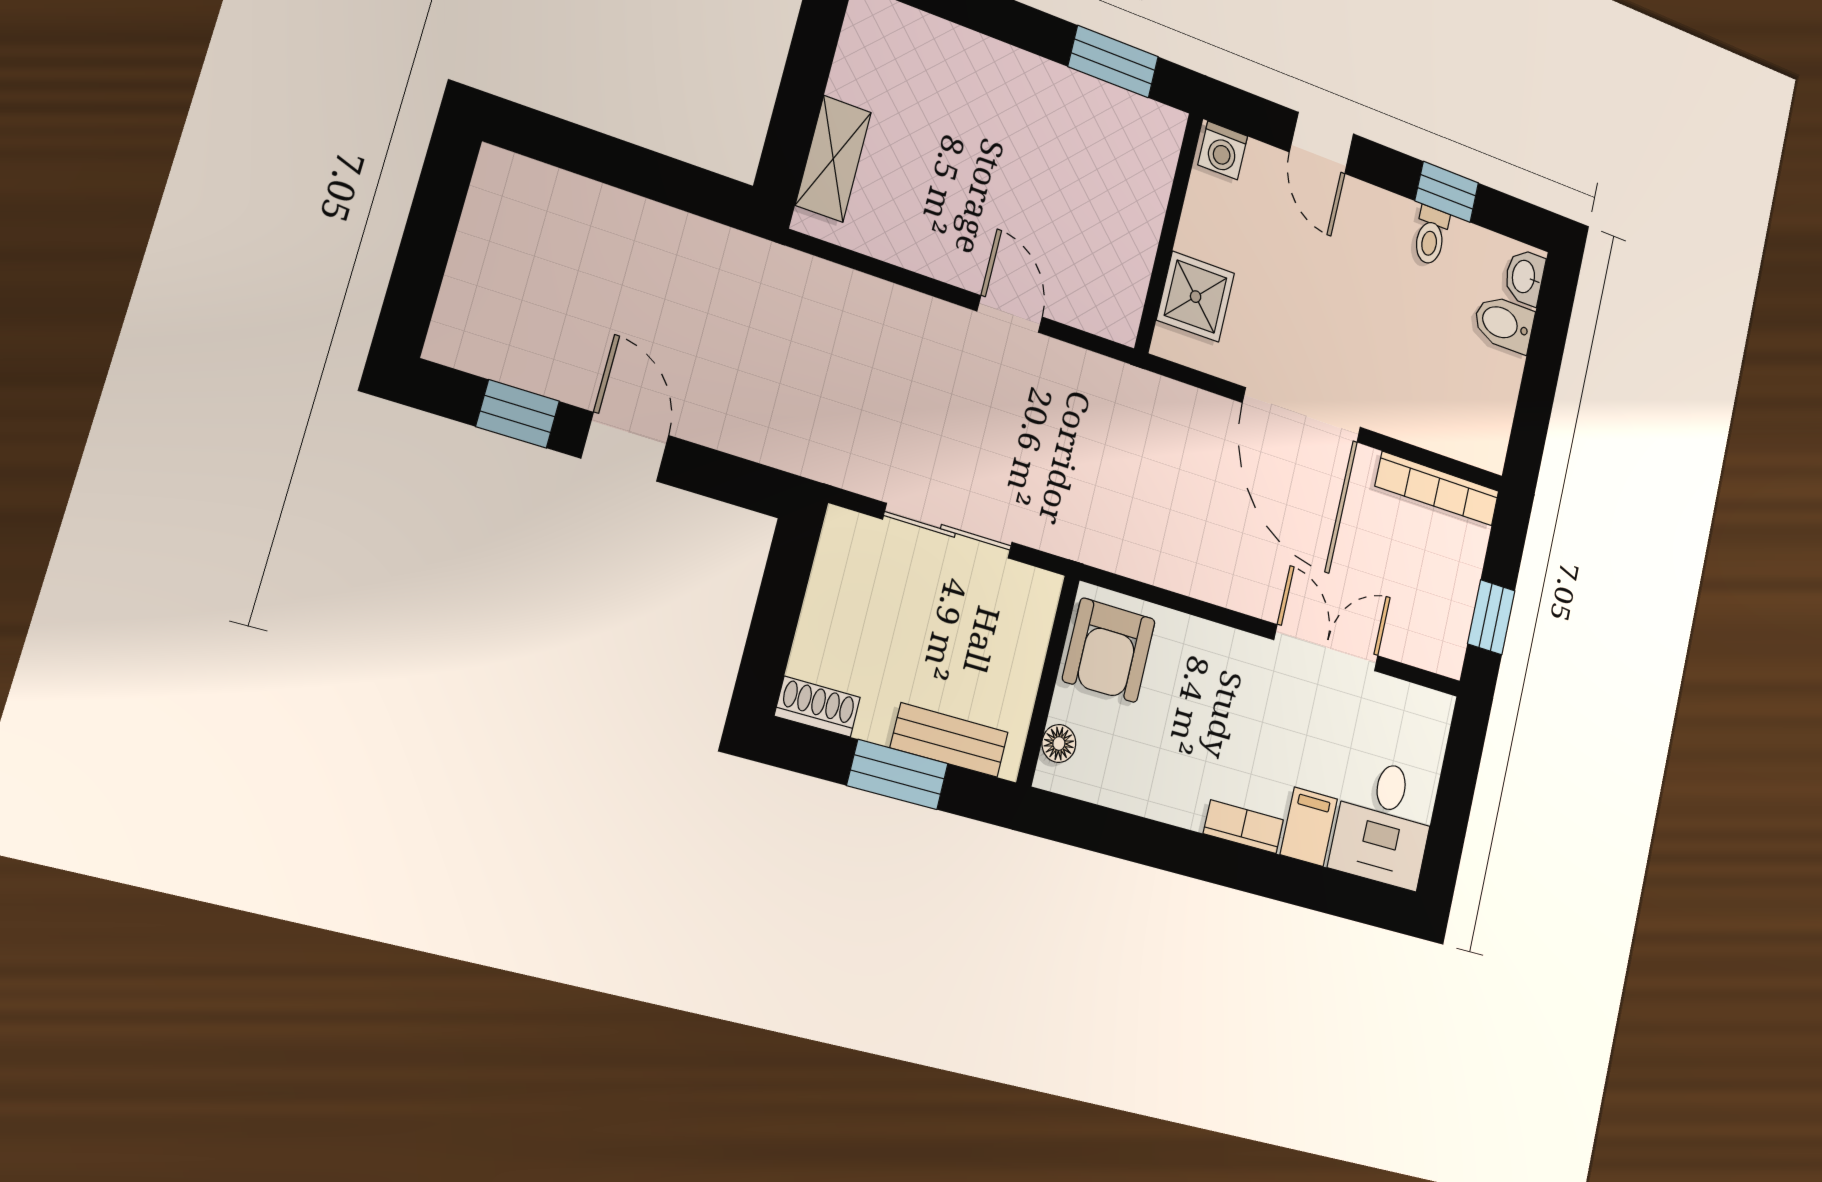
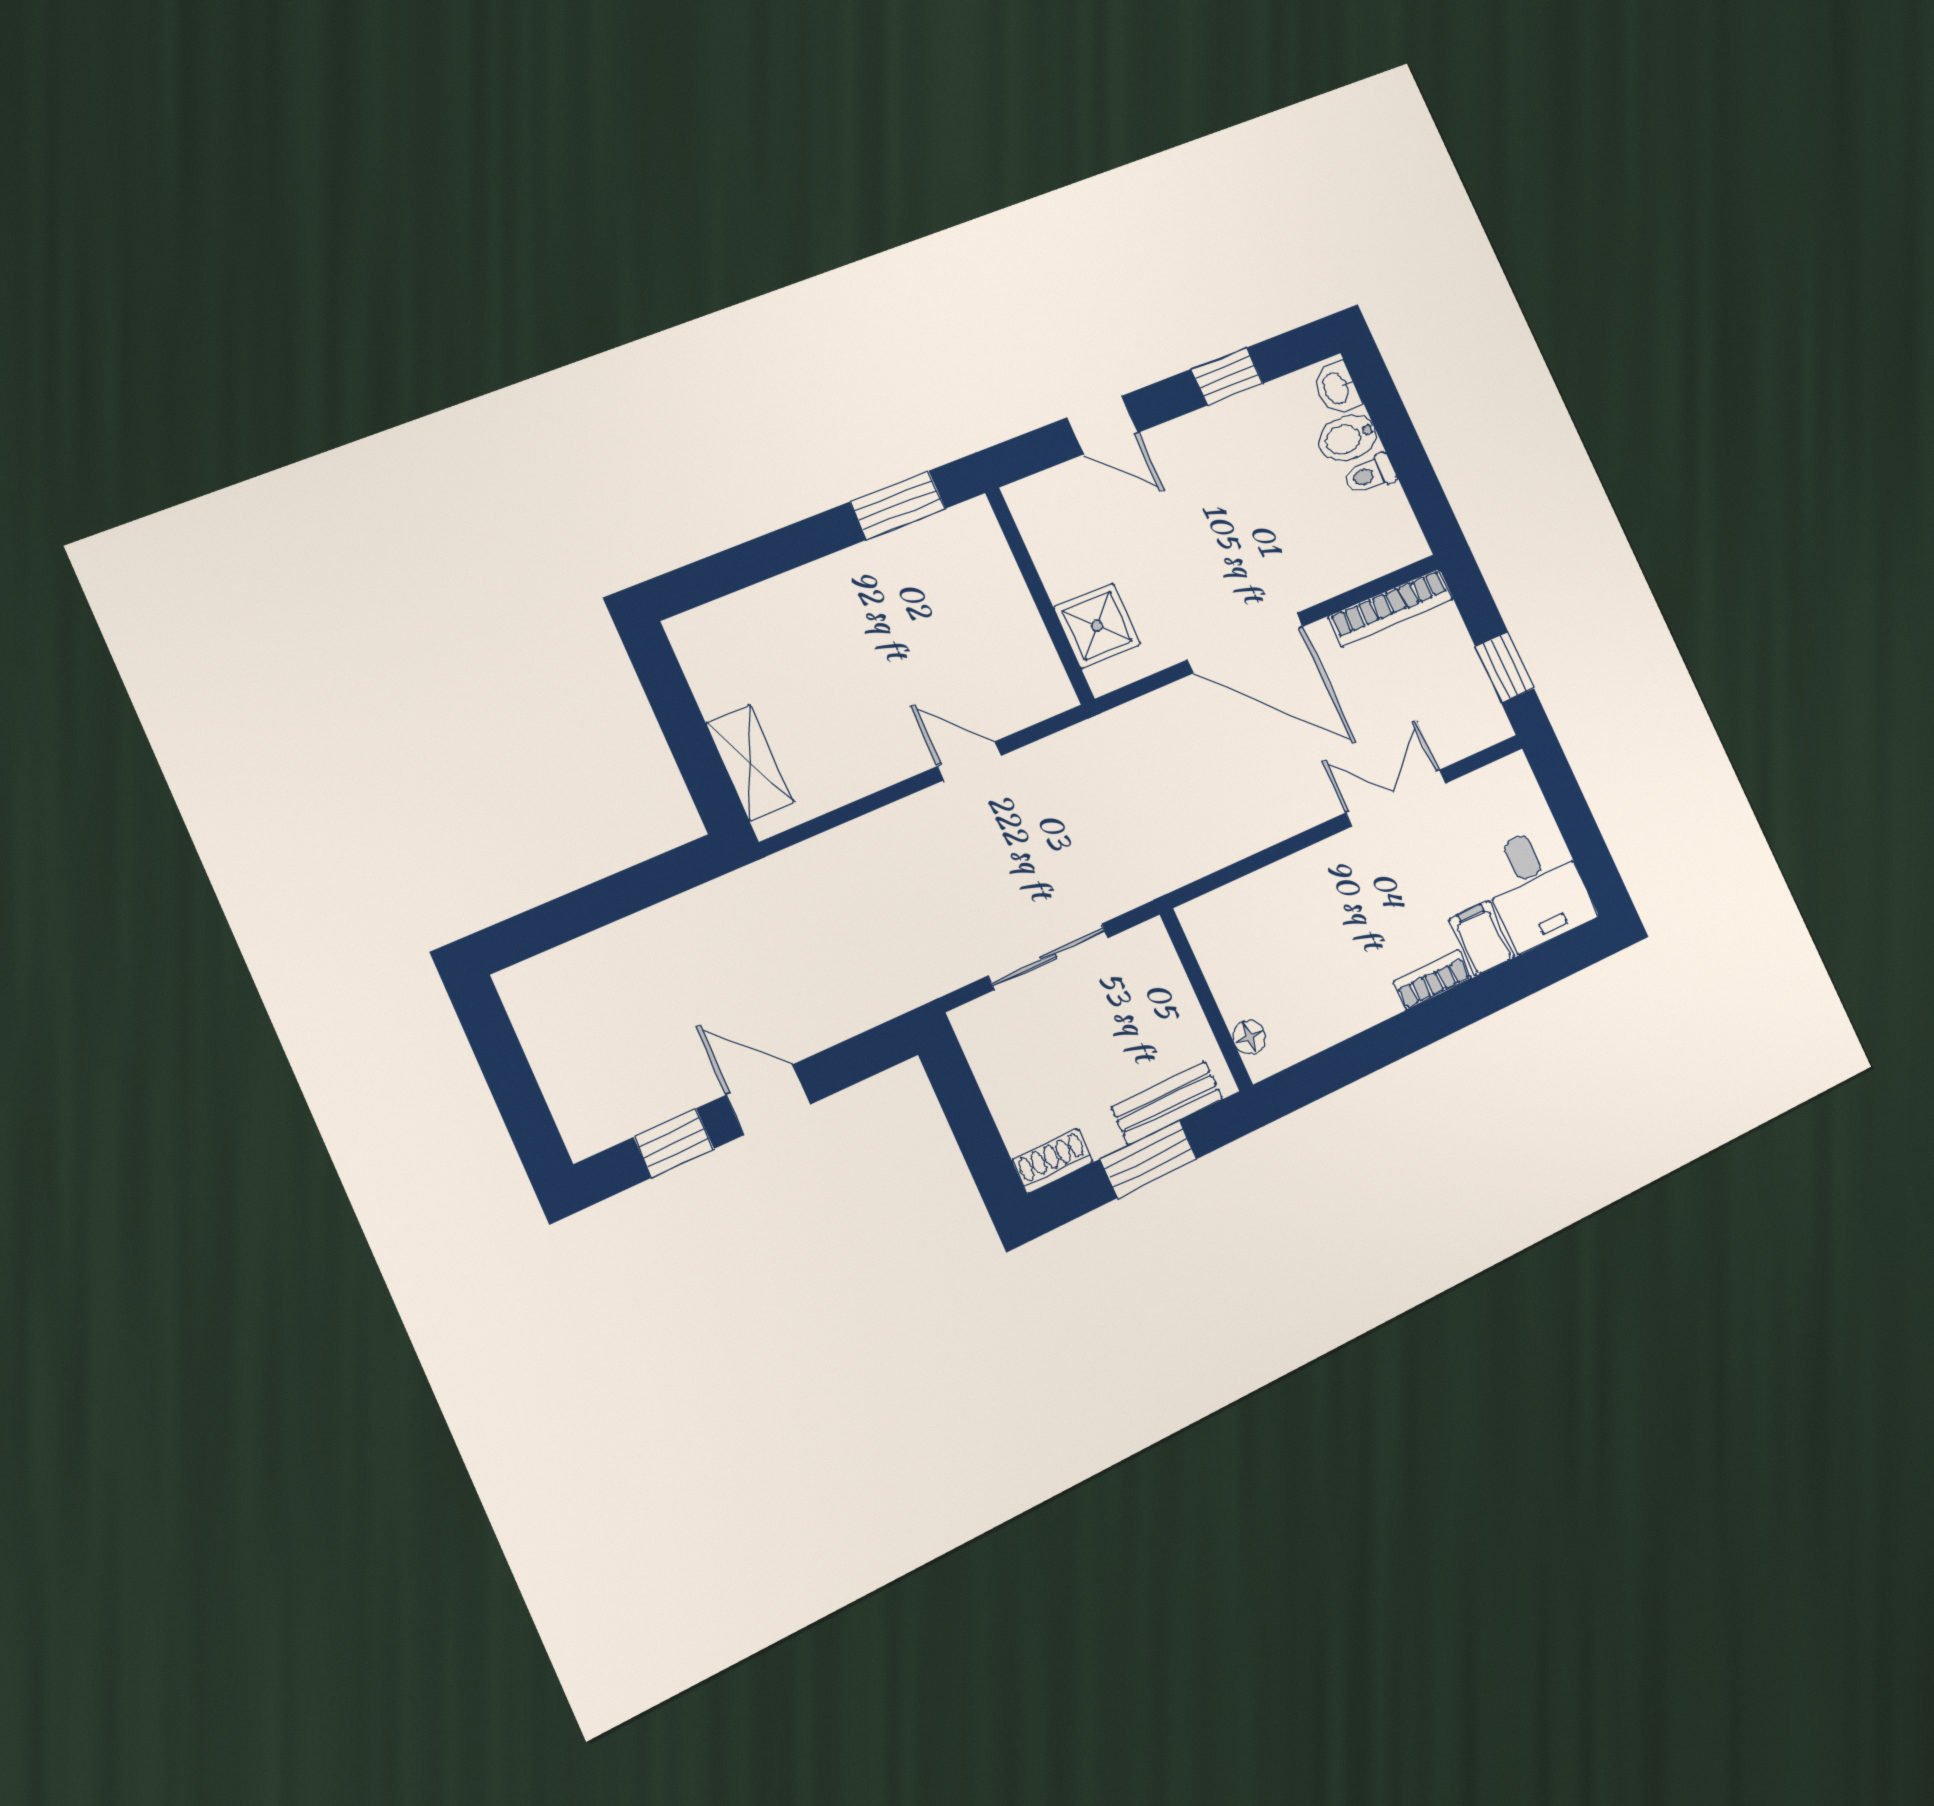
washing machine: (1223, 150) -> (1032, 498), removed
toilet: (1431, 236) -> (1370, 474), moved, turned 90
armchair: (1109, 650) -> (1234, 939), removed

